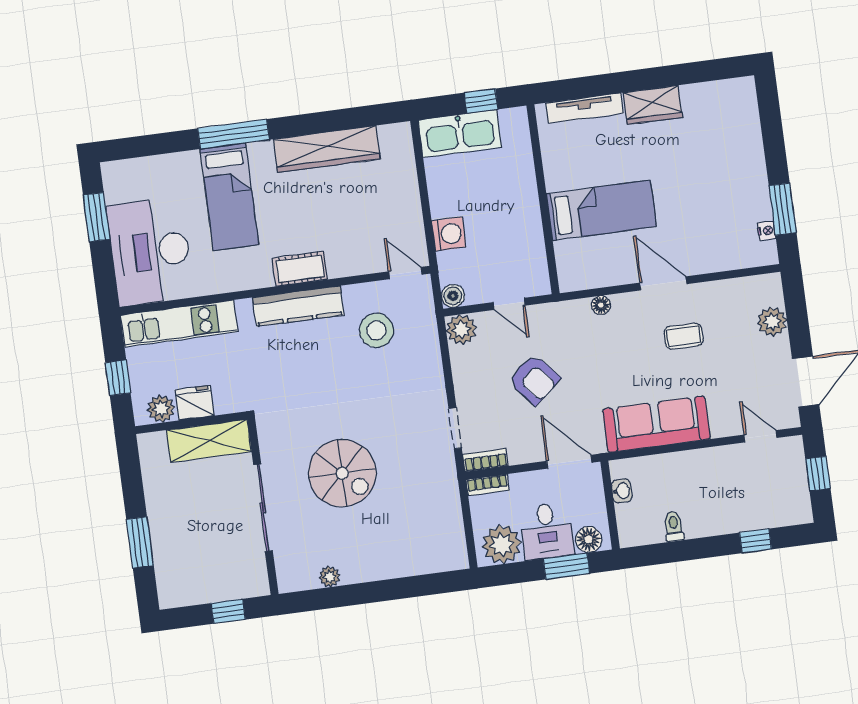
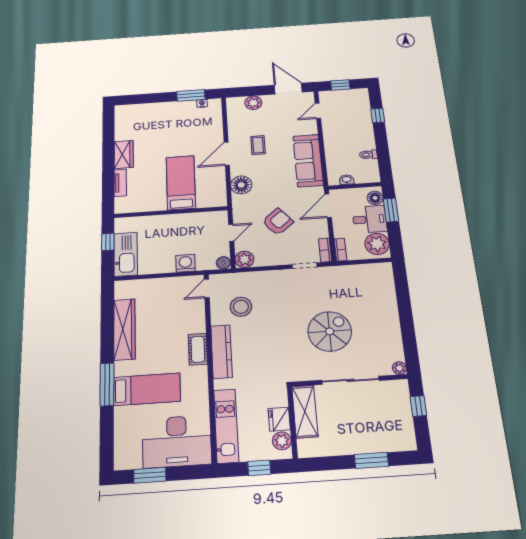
tv unit: (585, 108) -> (120, 183), width x0.71
floor lamp: (601, 305) -> (241, 185), width x1.89, depth x1.89
plant: (330, 577) -> (399, 368), moved

